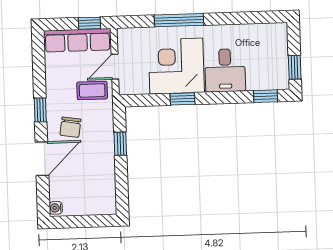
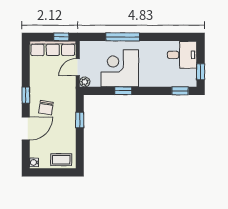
desk: (225, 70) -> (182, 55), moved, turned -90
plant: (126, 88) -> (85, 82), added
coffee table: (92, 90) -> (61, 160), moved

